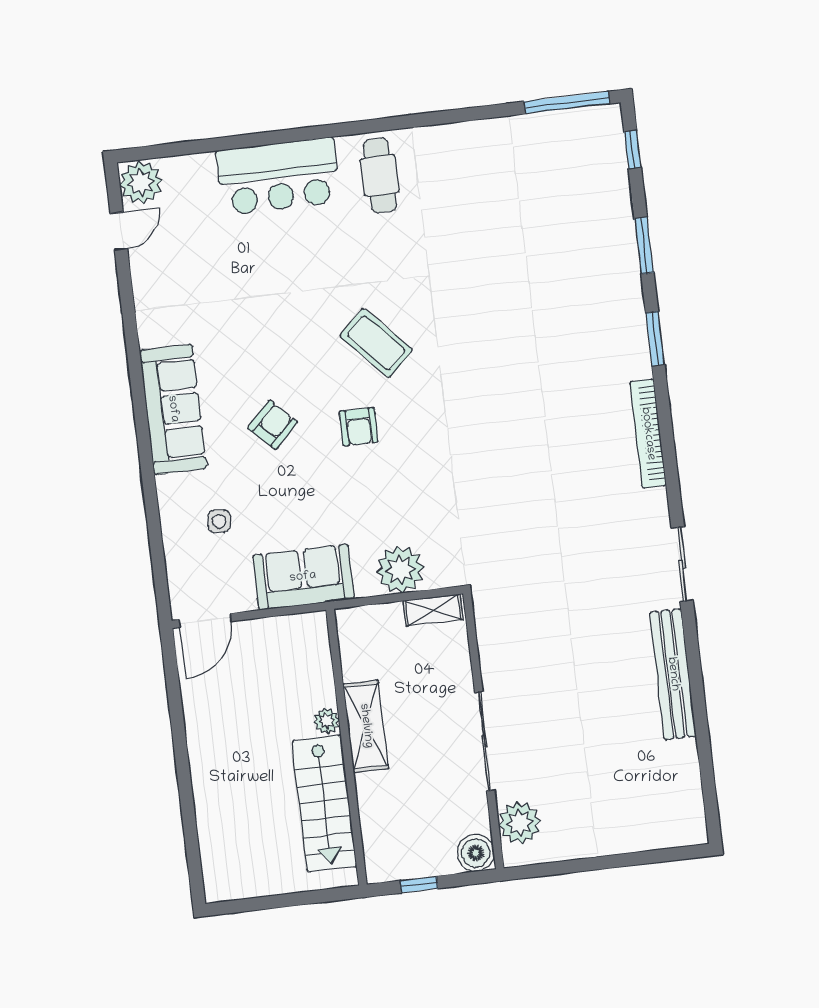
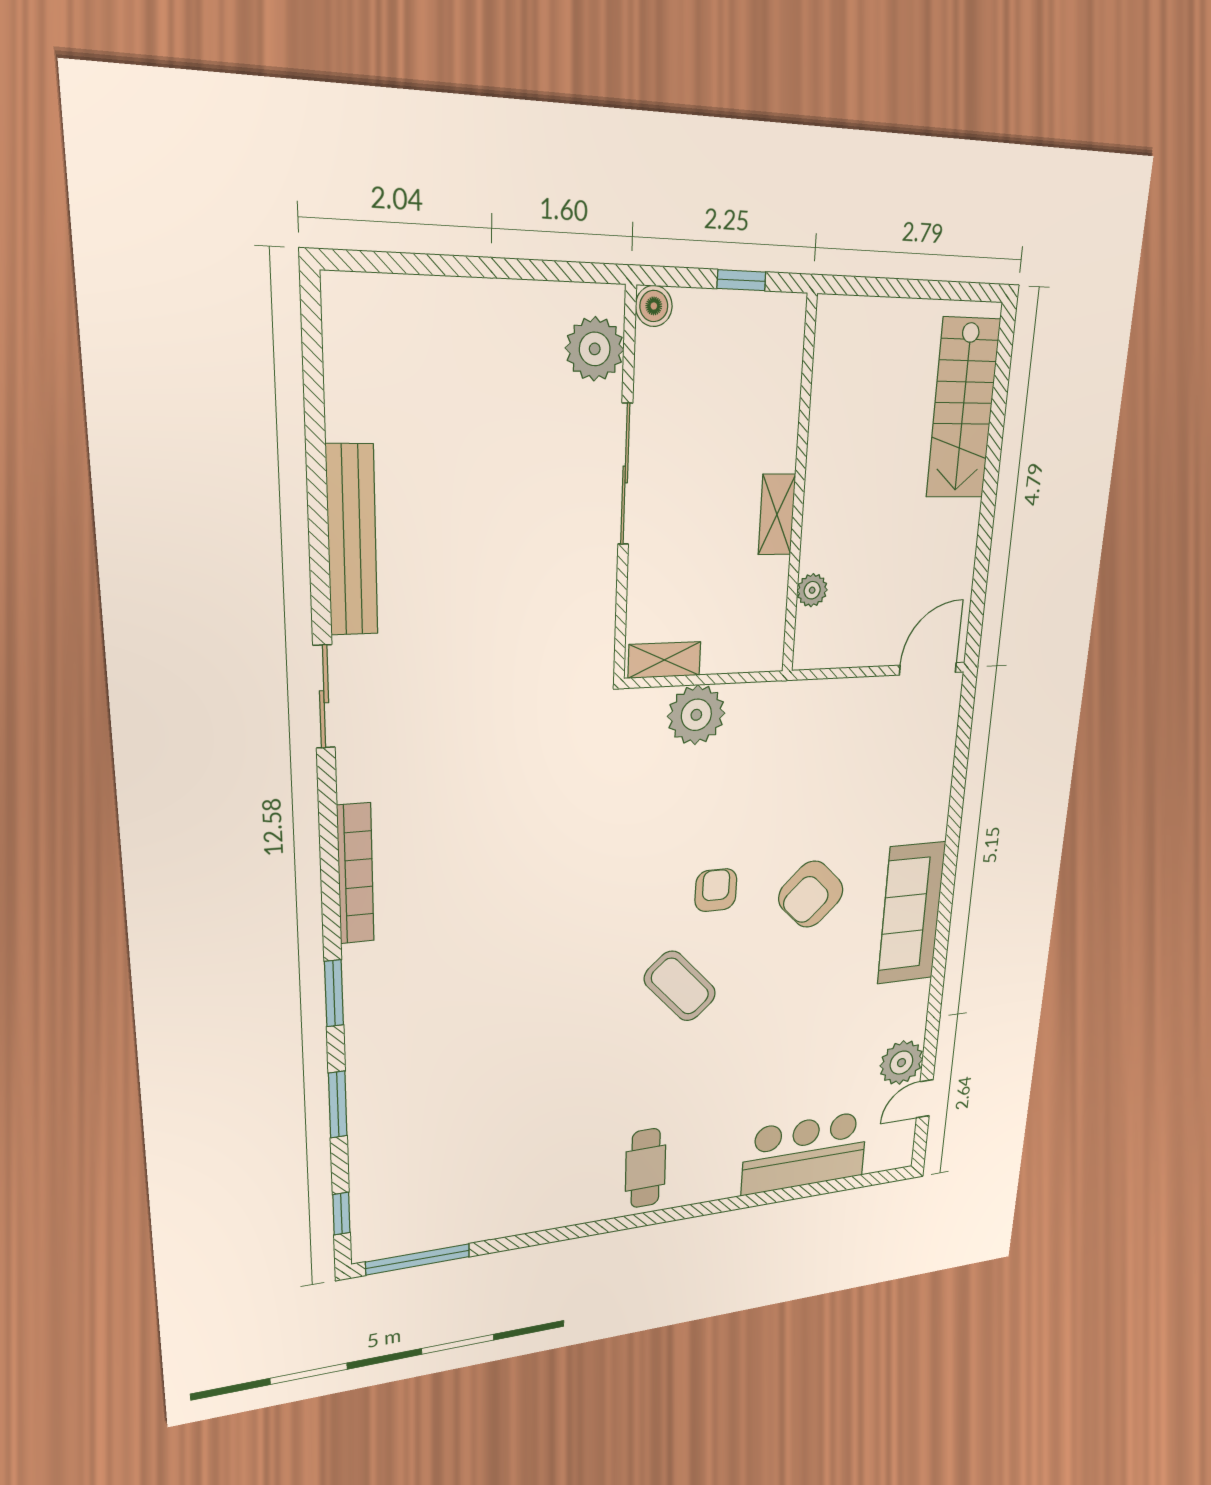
bar counter: (278, 176) -> (805, 1153), moved
plant: (141, 182) -> (901, 1063), moved
armchair: (273, 425) -> (811, 894), width x1.38, depth x1.38
side table: (219, 521) -> (890, 786), removed
sofa: (303, 577) -> (810, 713), removed
plant: (327, 721) -> (812, 590), moved
shelving: (366, 726) -> (777, 515), width x0.67, depth x0.75
stairs: (324, 804) -> (963, 409), moved, turned 180
boiler: (476, 853) -> (654, 306), width x0.73, depth x0.73

